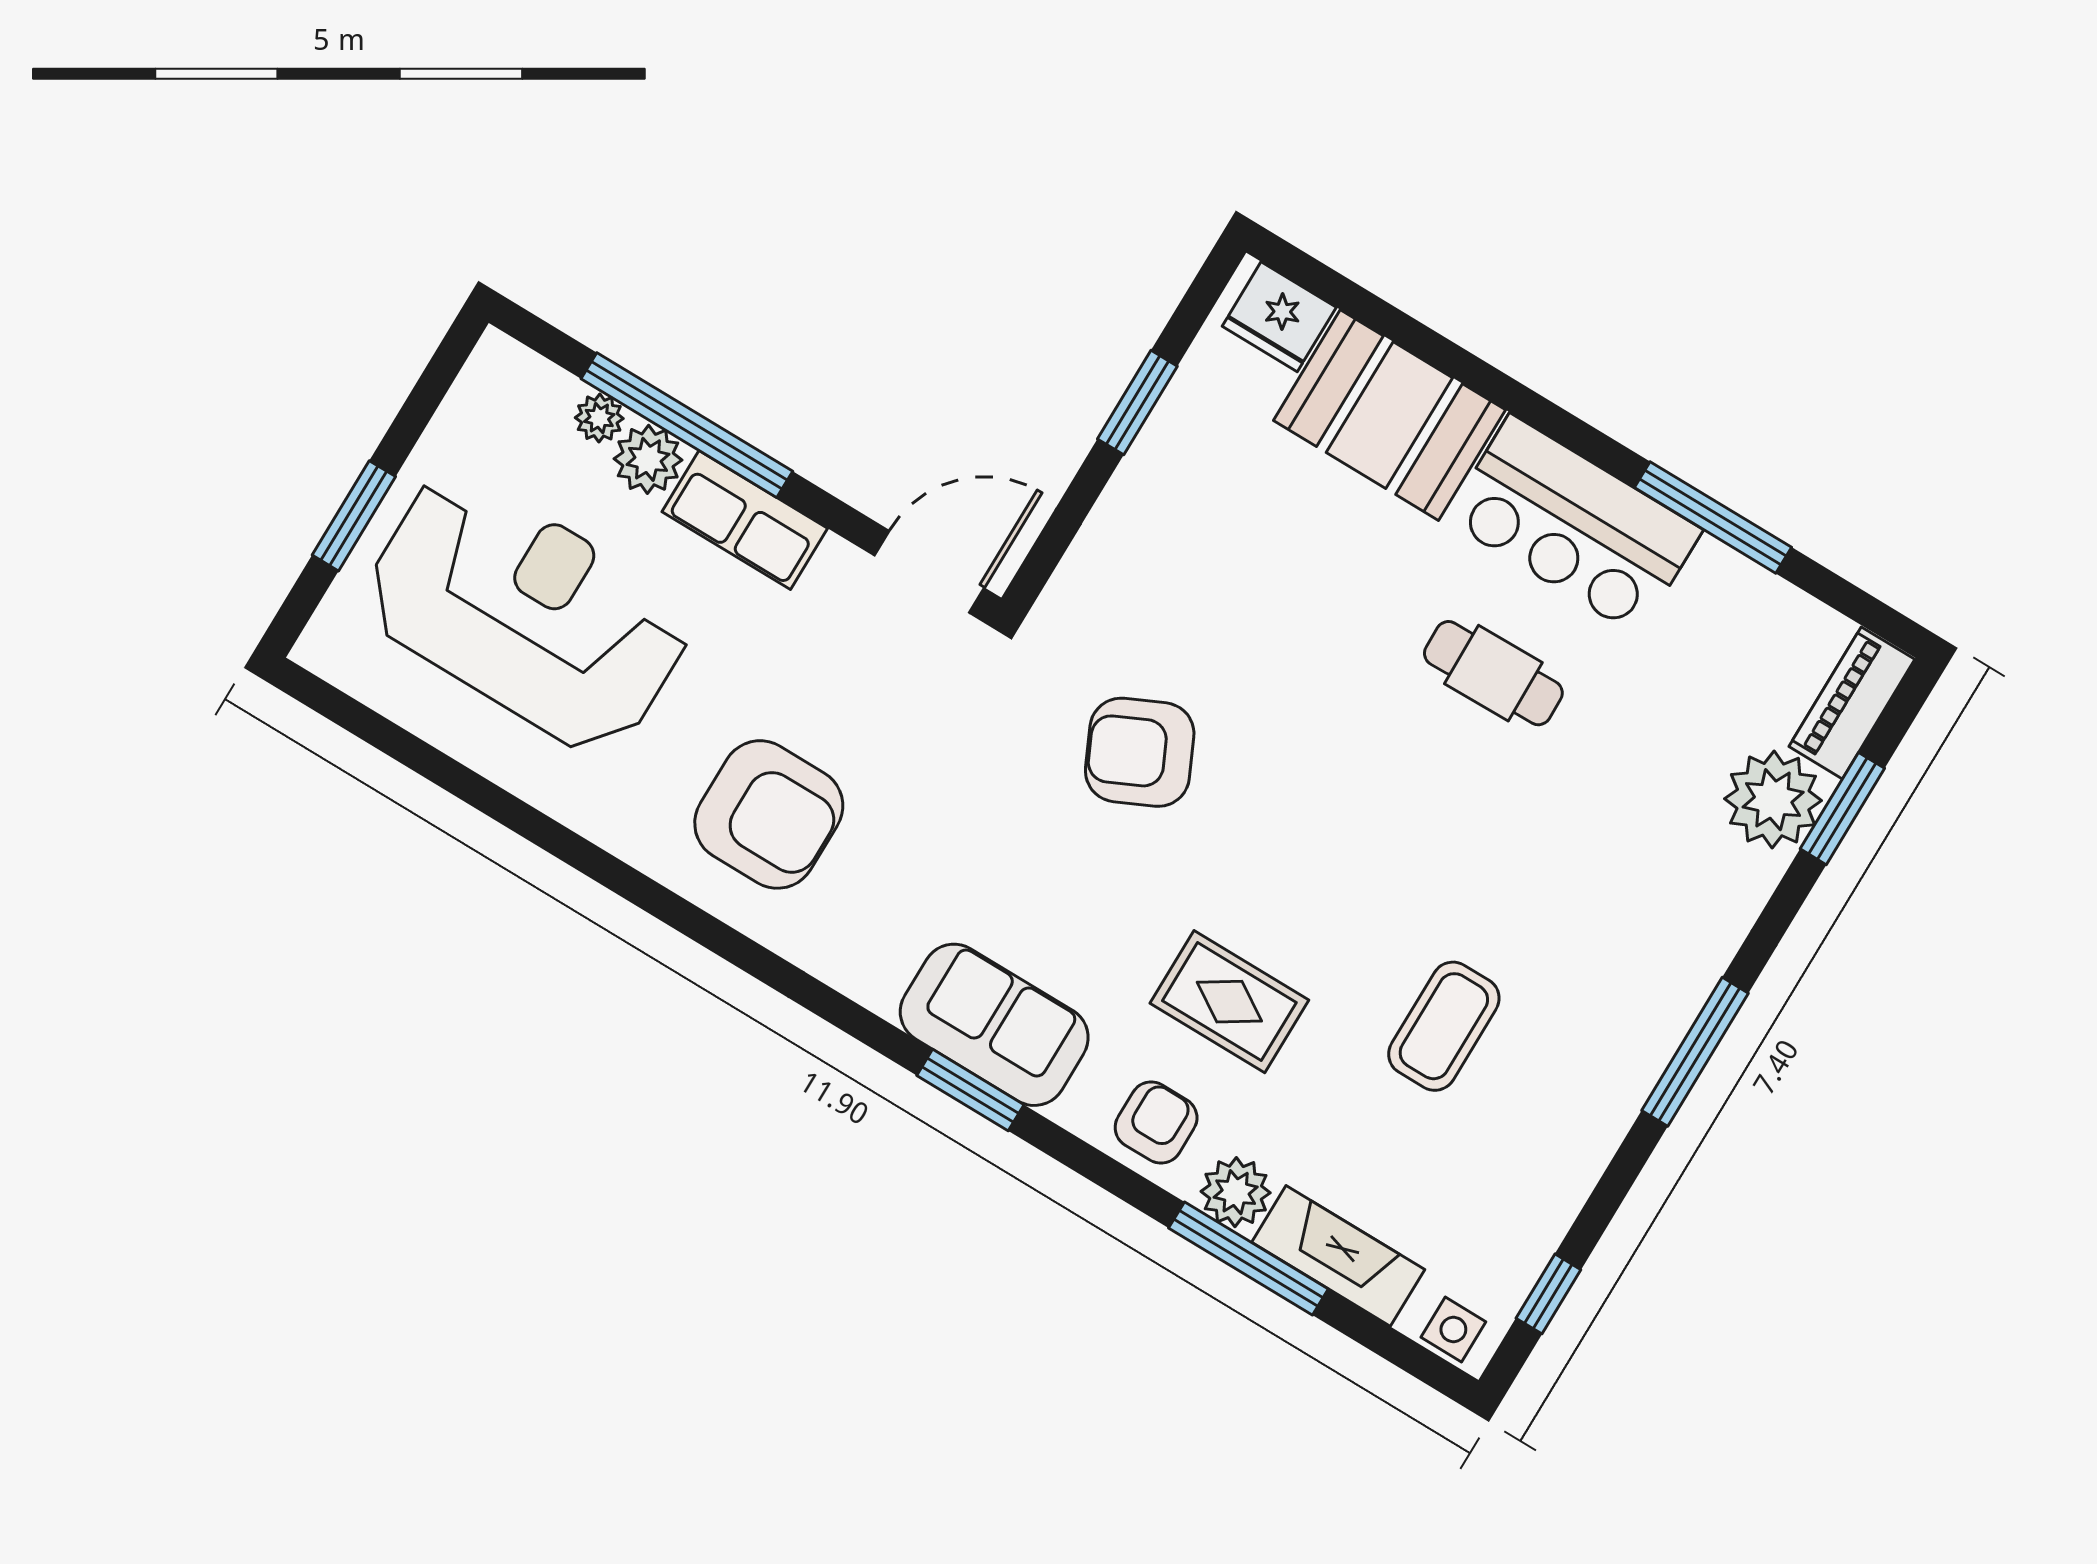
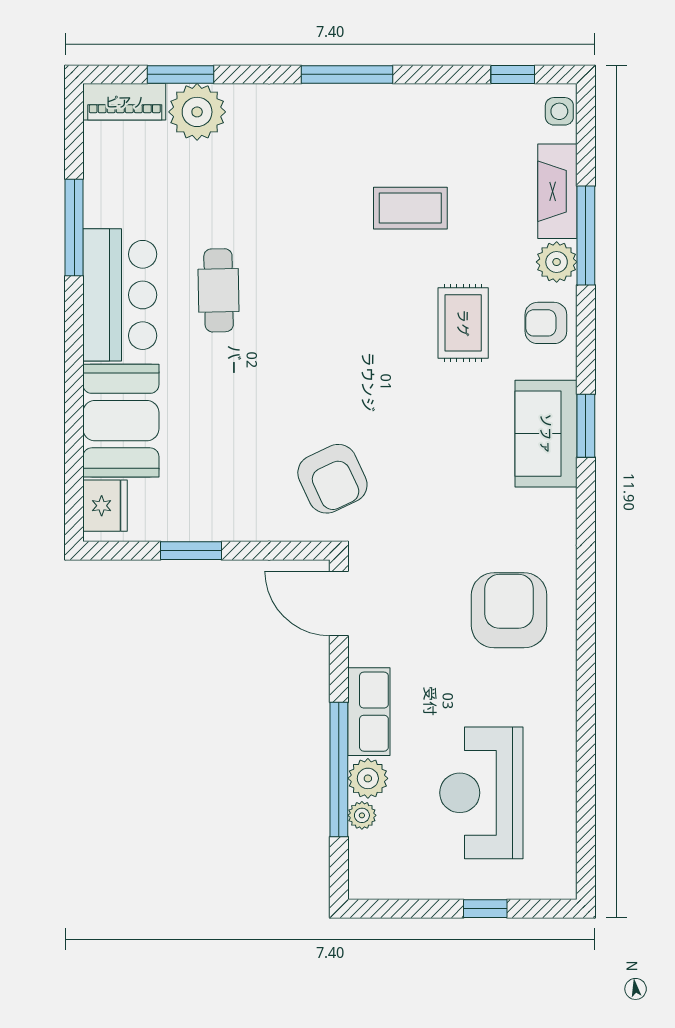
window: (354, 516) -> (485, 909), width x0.67
reception desk: (527, 612) -> (481, 793), width x0.74, depth x0.77
armchair: (1140, 752) -> (332, 479), moved

